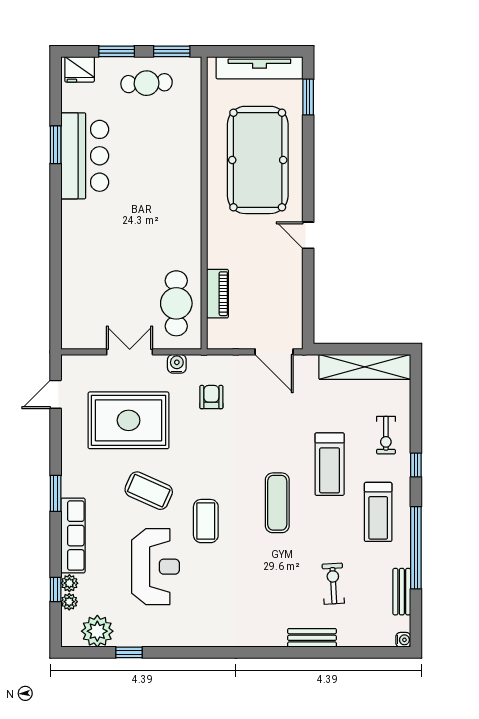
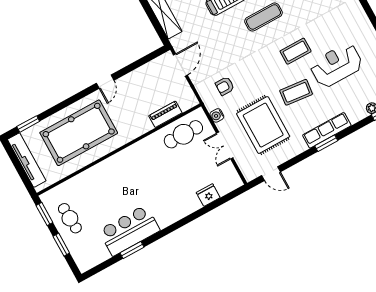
fridge: (80, 69) -> (208, 195), moved, turned -90
coffee table: (149, 491) -> (296, 92), turned 72
row of seats: (73, 536) -> (327, 130), moved

